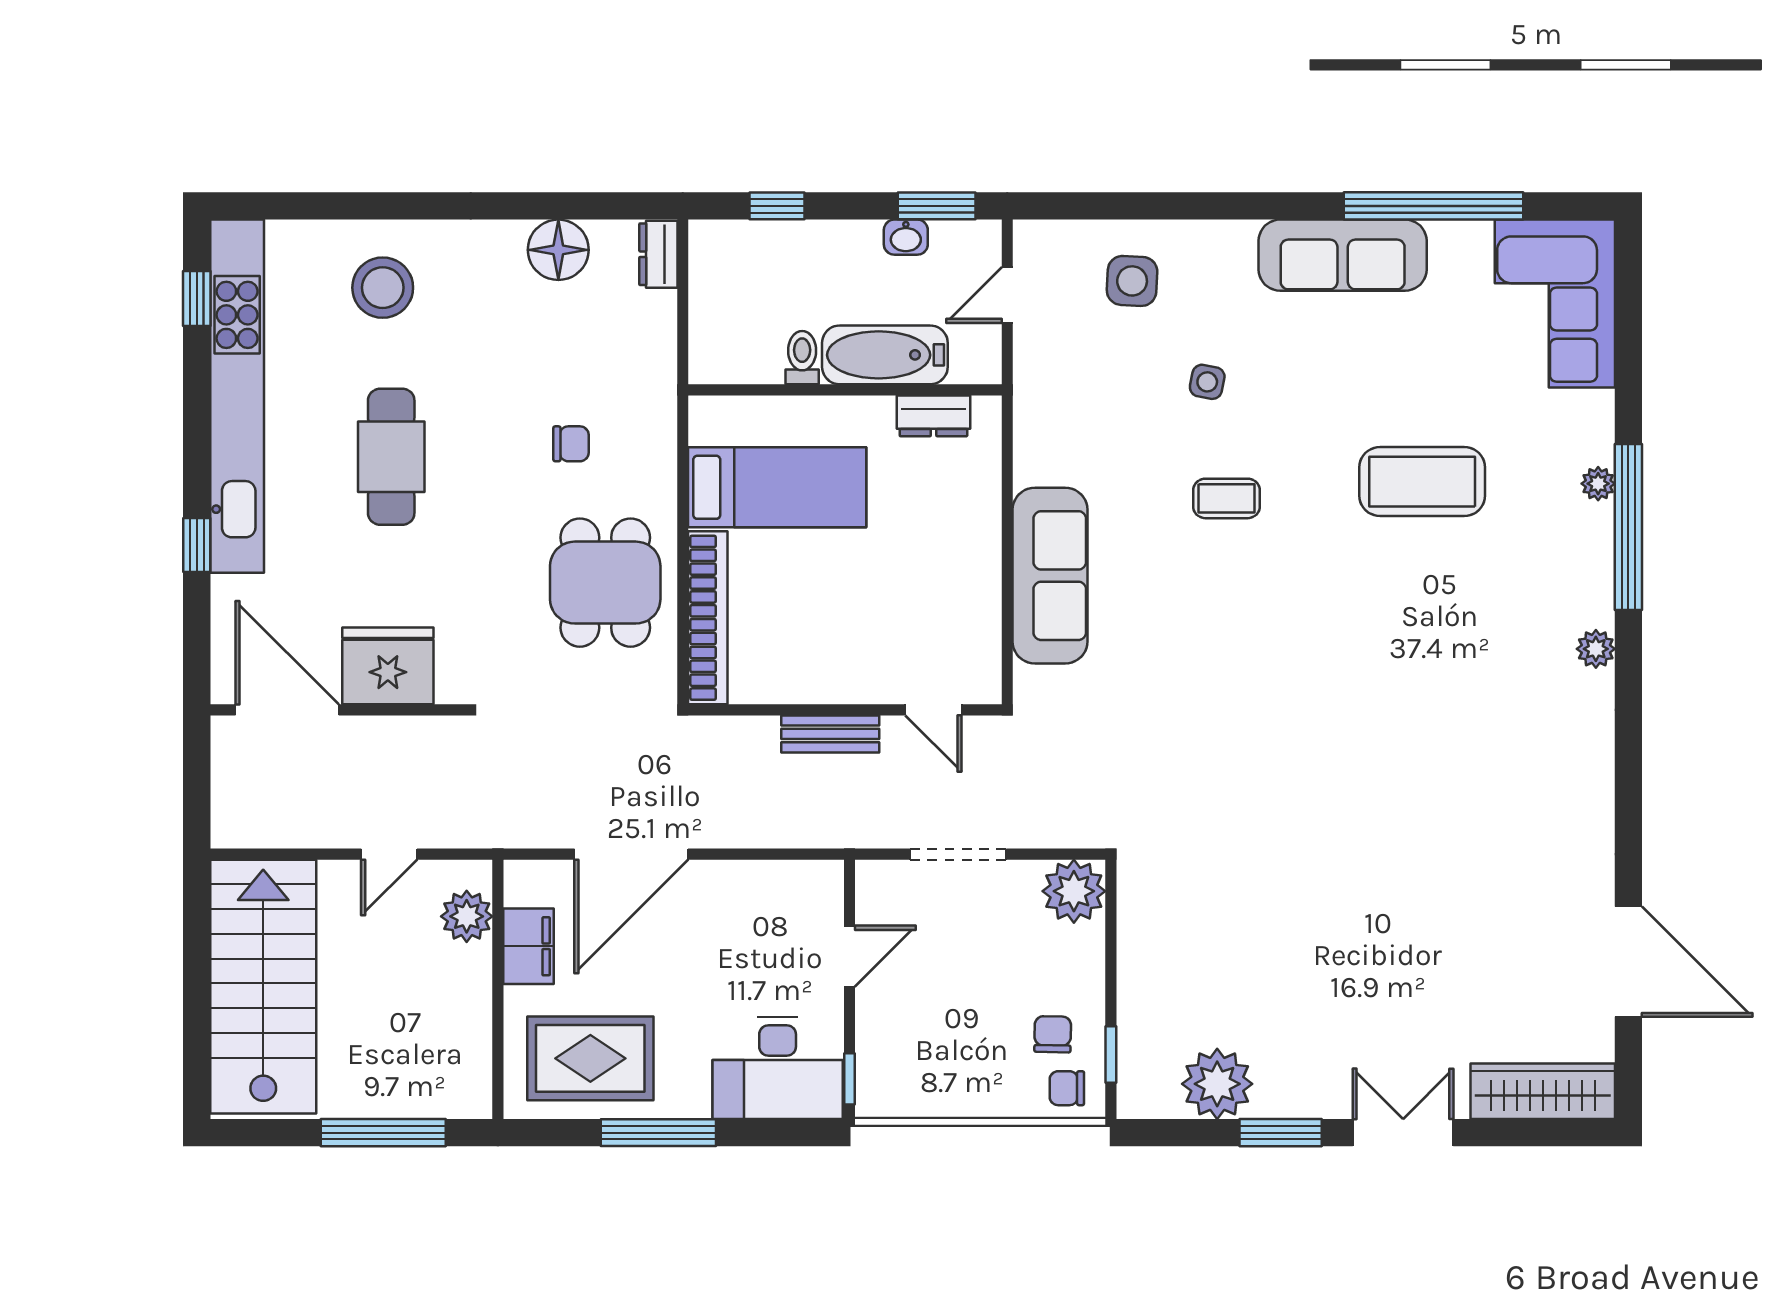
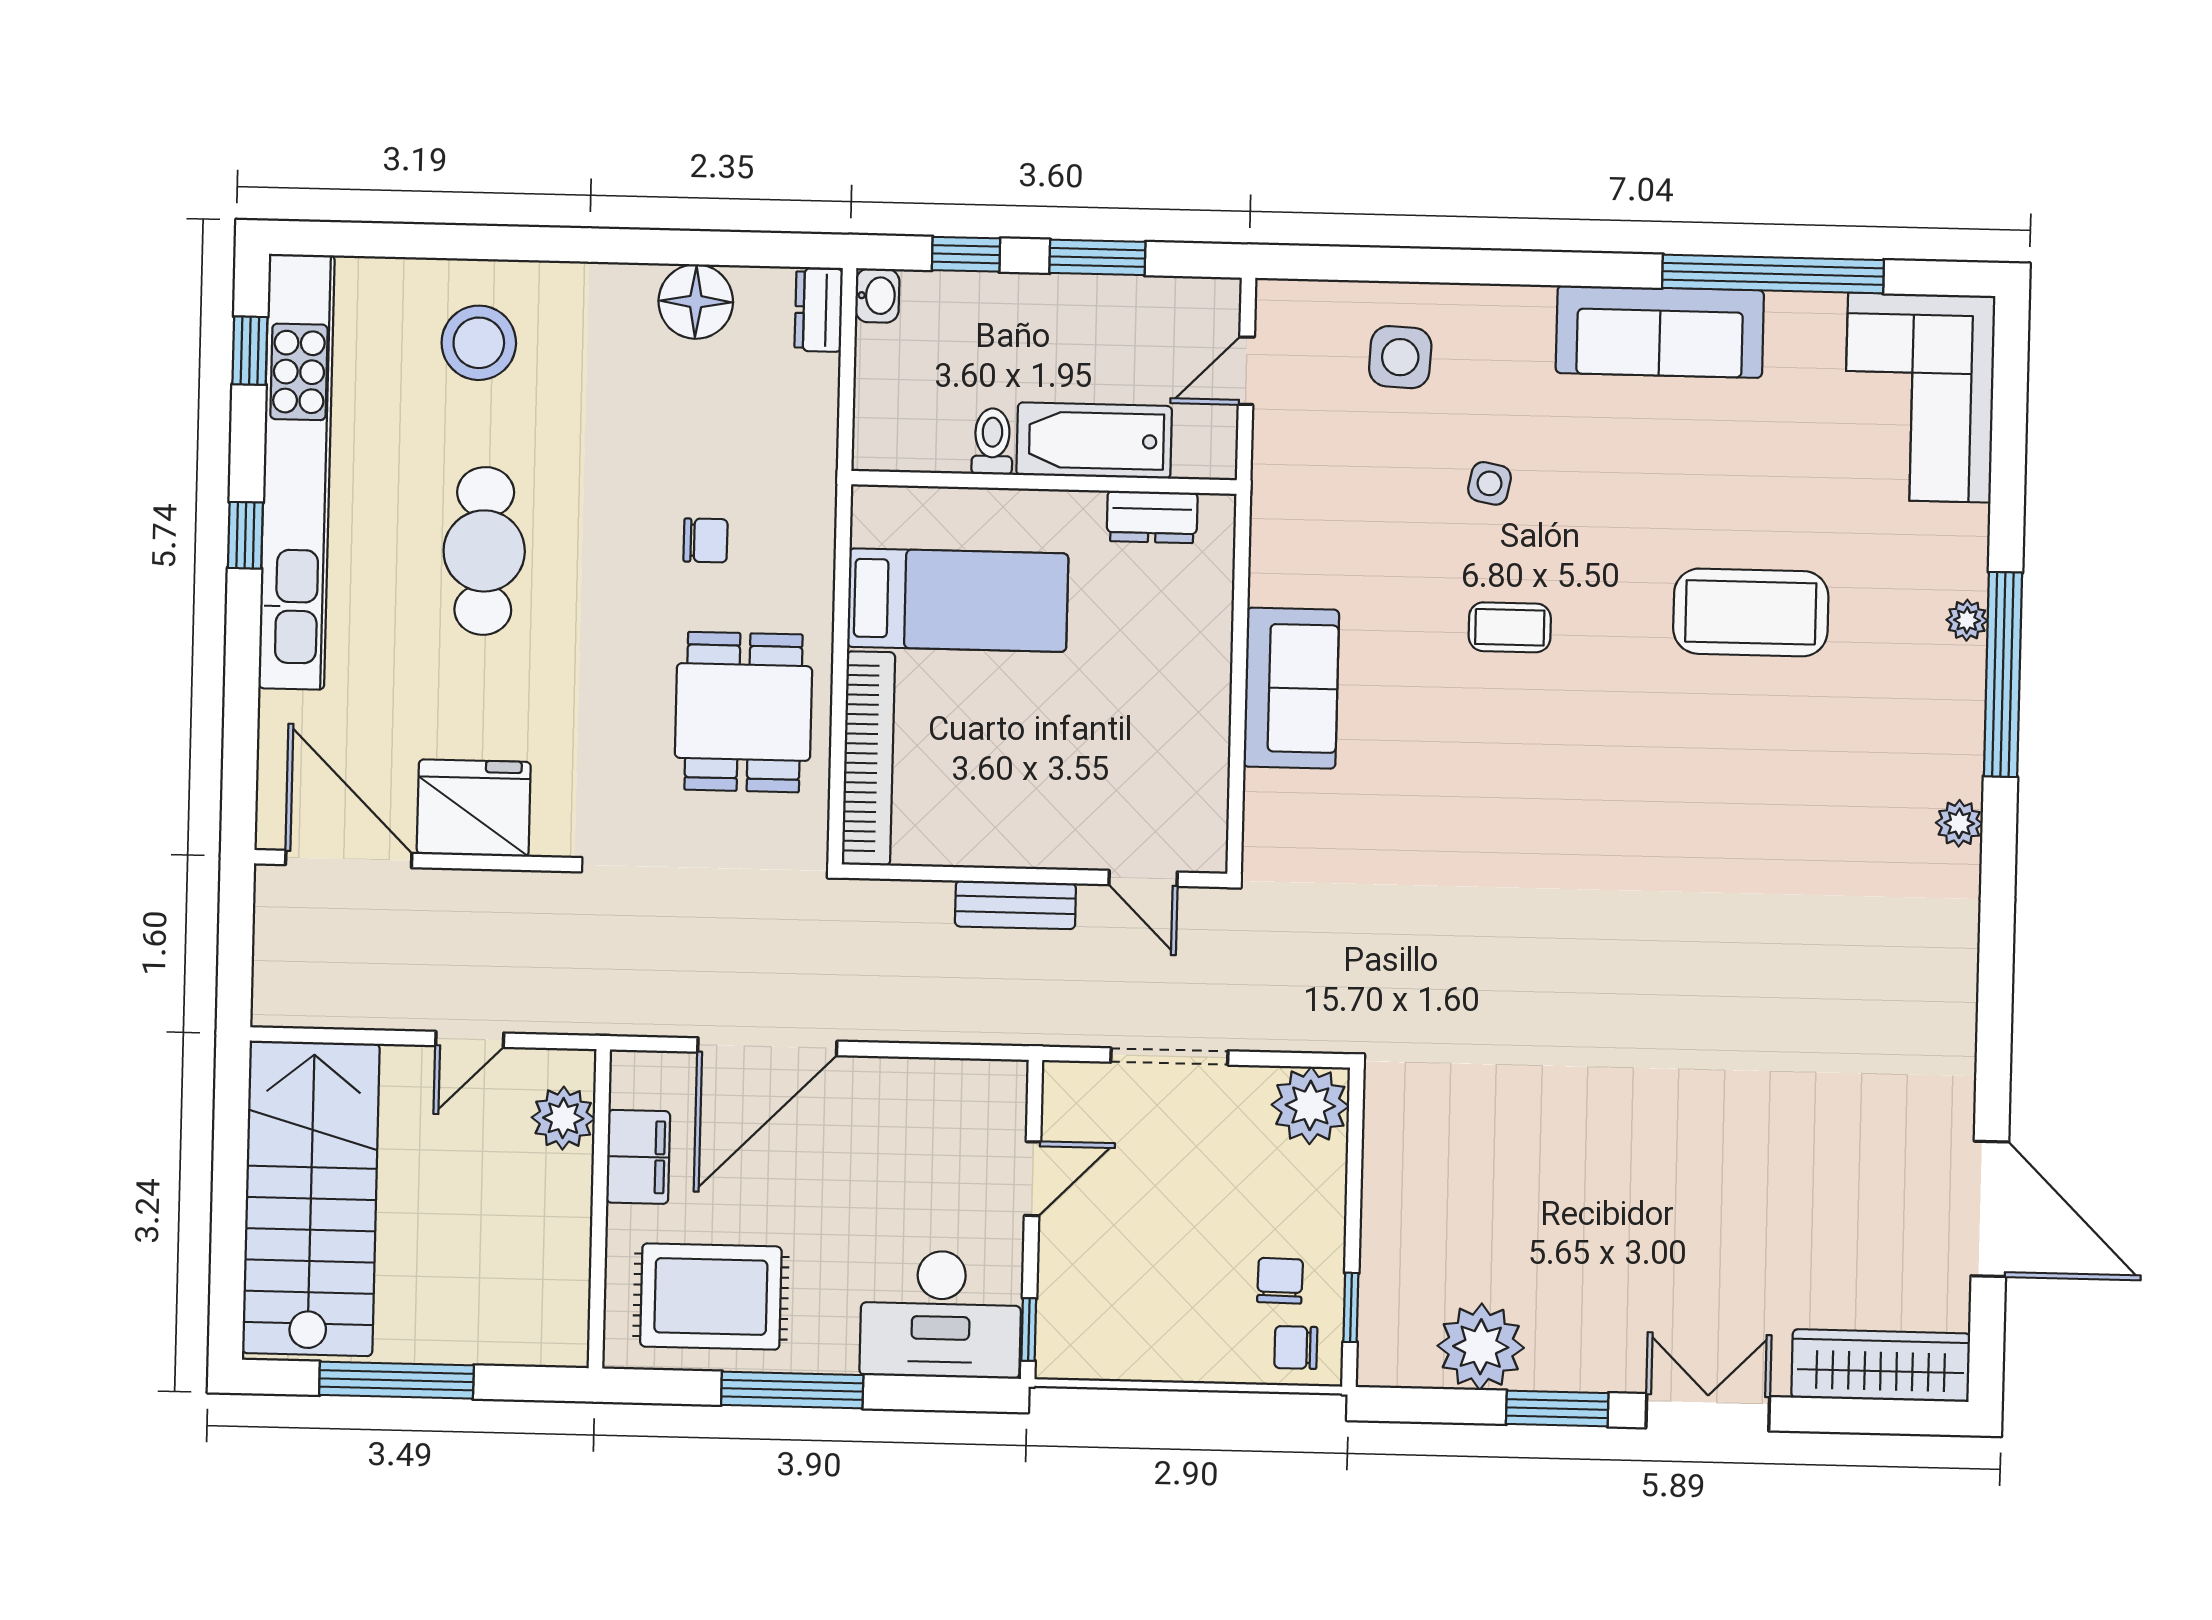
window: (937, 206) -> (1097, 257), moved
washbasin: (906, 237) -> (877, 296), moved, turned -90
window: (197, 545) -> (245, 535), moved
sofa: (1050, 576) -> (1291, 688), width x0.73
window: (383, 1133) -> (396, 1380), moved

